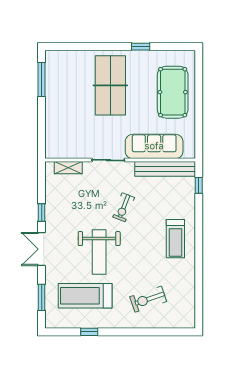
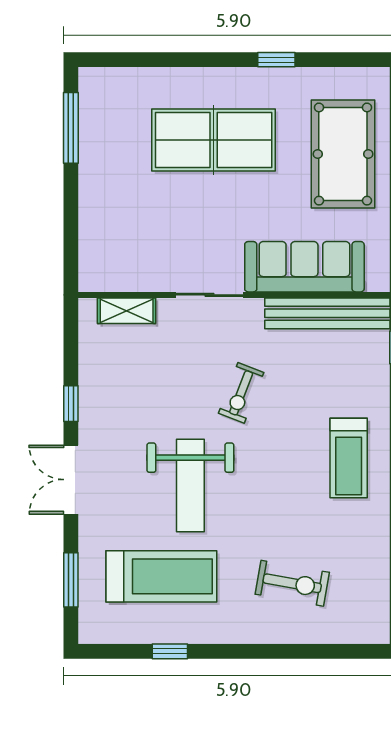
table tennis table: (110, 85) -> (214, 140), turned 90
treadmill: (85, 296) -> (161, 576), turned 180
exercise bike: (148, 299) -> (292, 583), turned -151

